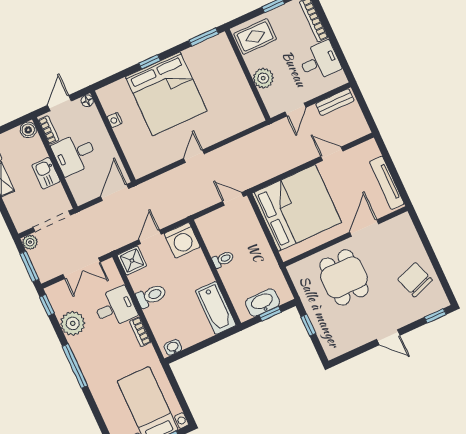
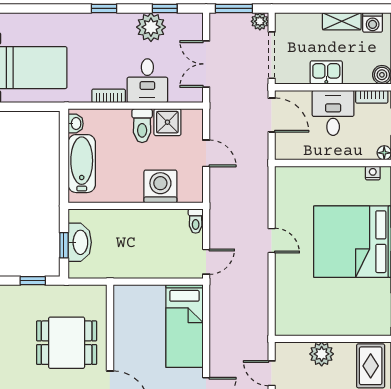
nightstand: (115, 120) -> (373, 173), moved
door: (115, 192) -> (272, 115), moved
bed: (297, 208) -> (184, 326), width x0.49
washing machine: (182, 240) -> (160, 186), moved, turned 90
toilet: (223, 259) -> (196, 221), moved
shower: (132, 261) -> (167, 122), moved
window: (47, 305) -> (165, 8), moved
bathtub: (216, 308) -> (82, 164), moved, turned 90
window: (75, 366) -> (104, 8), width x0.46

